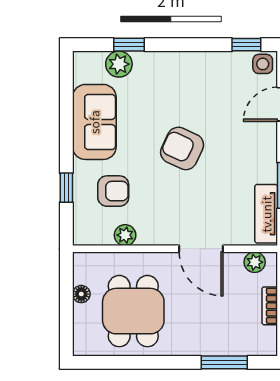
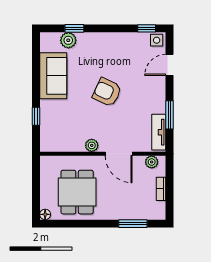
armchair: (113, 191) -> (65, 118), removed
plant: (125, 235) -> (92, 145), moved
floor lamp: (81, 294) -> (45, 214), moved

